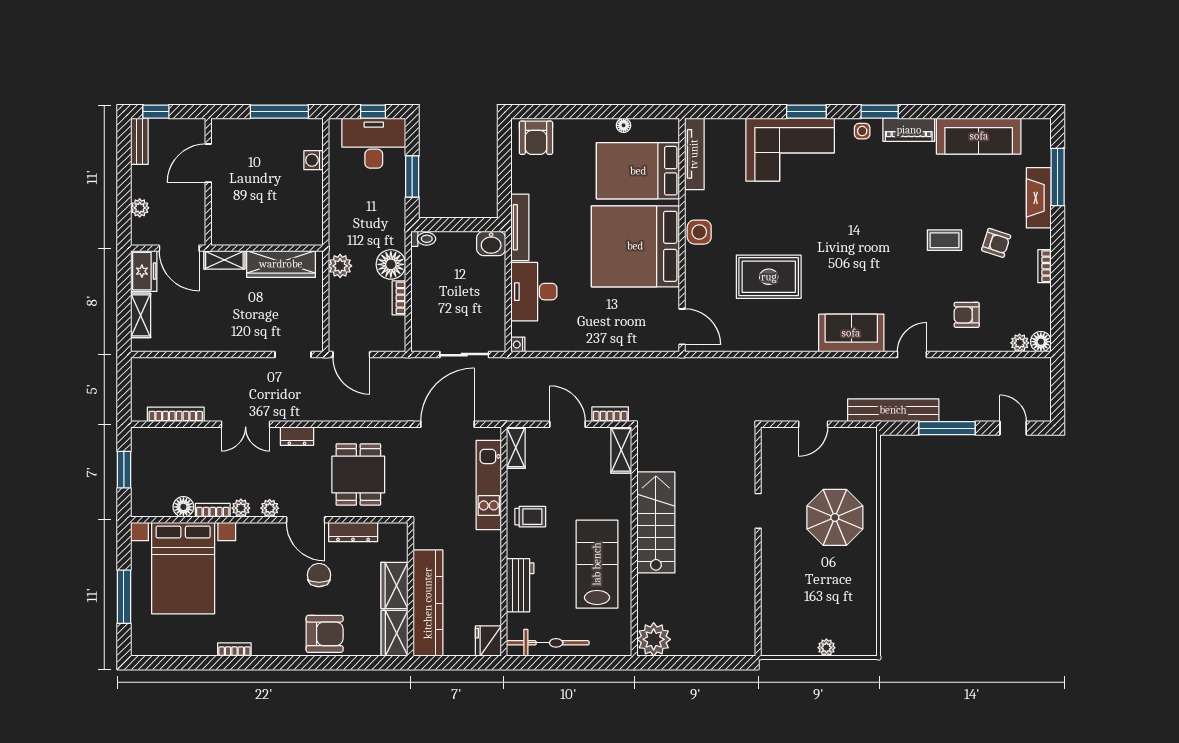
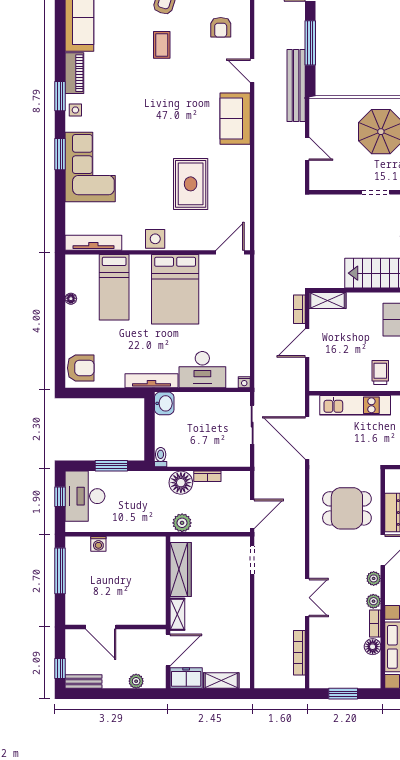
bed: (638, 171) -> (114, 287), width x0.67
bed: (635, 246) -> (175, 289), width x0.73
dresser: (297, 436) -> (317, 557), removed
shelving: (516, 448) -> (326, 384), removed

